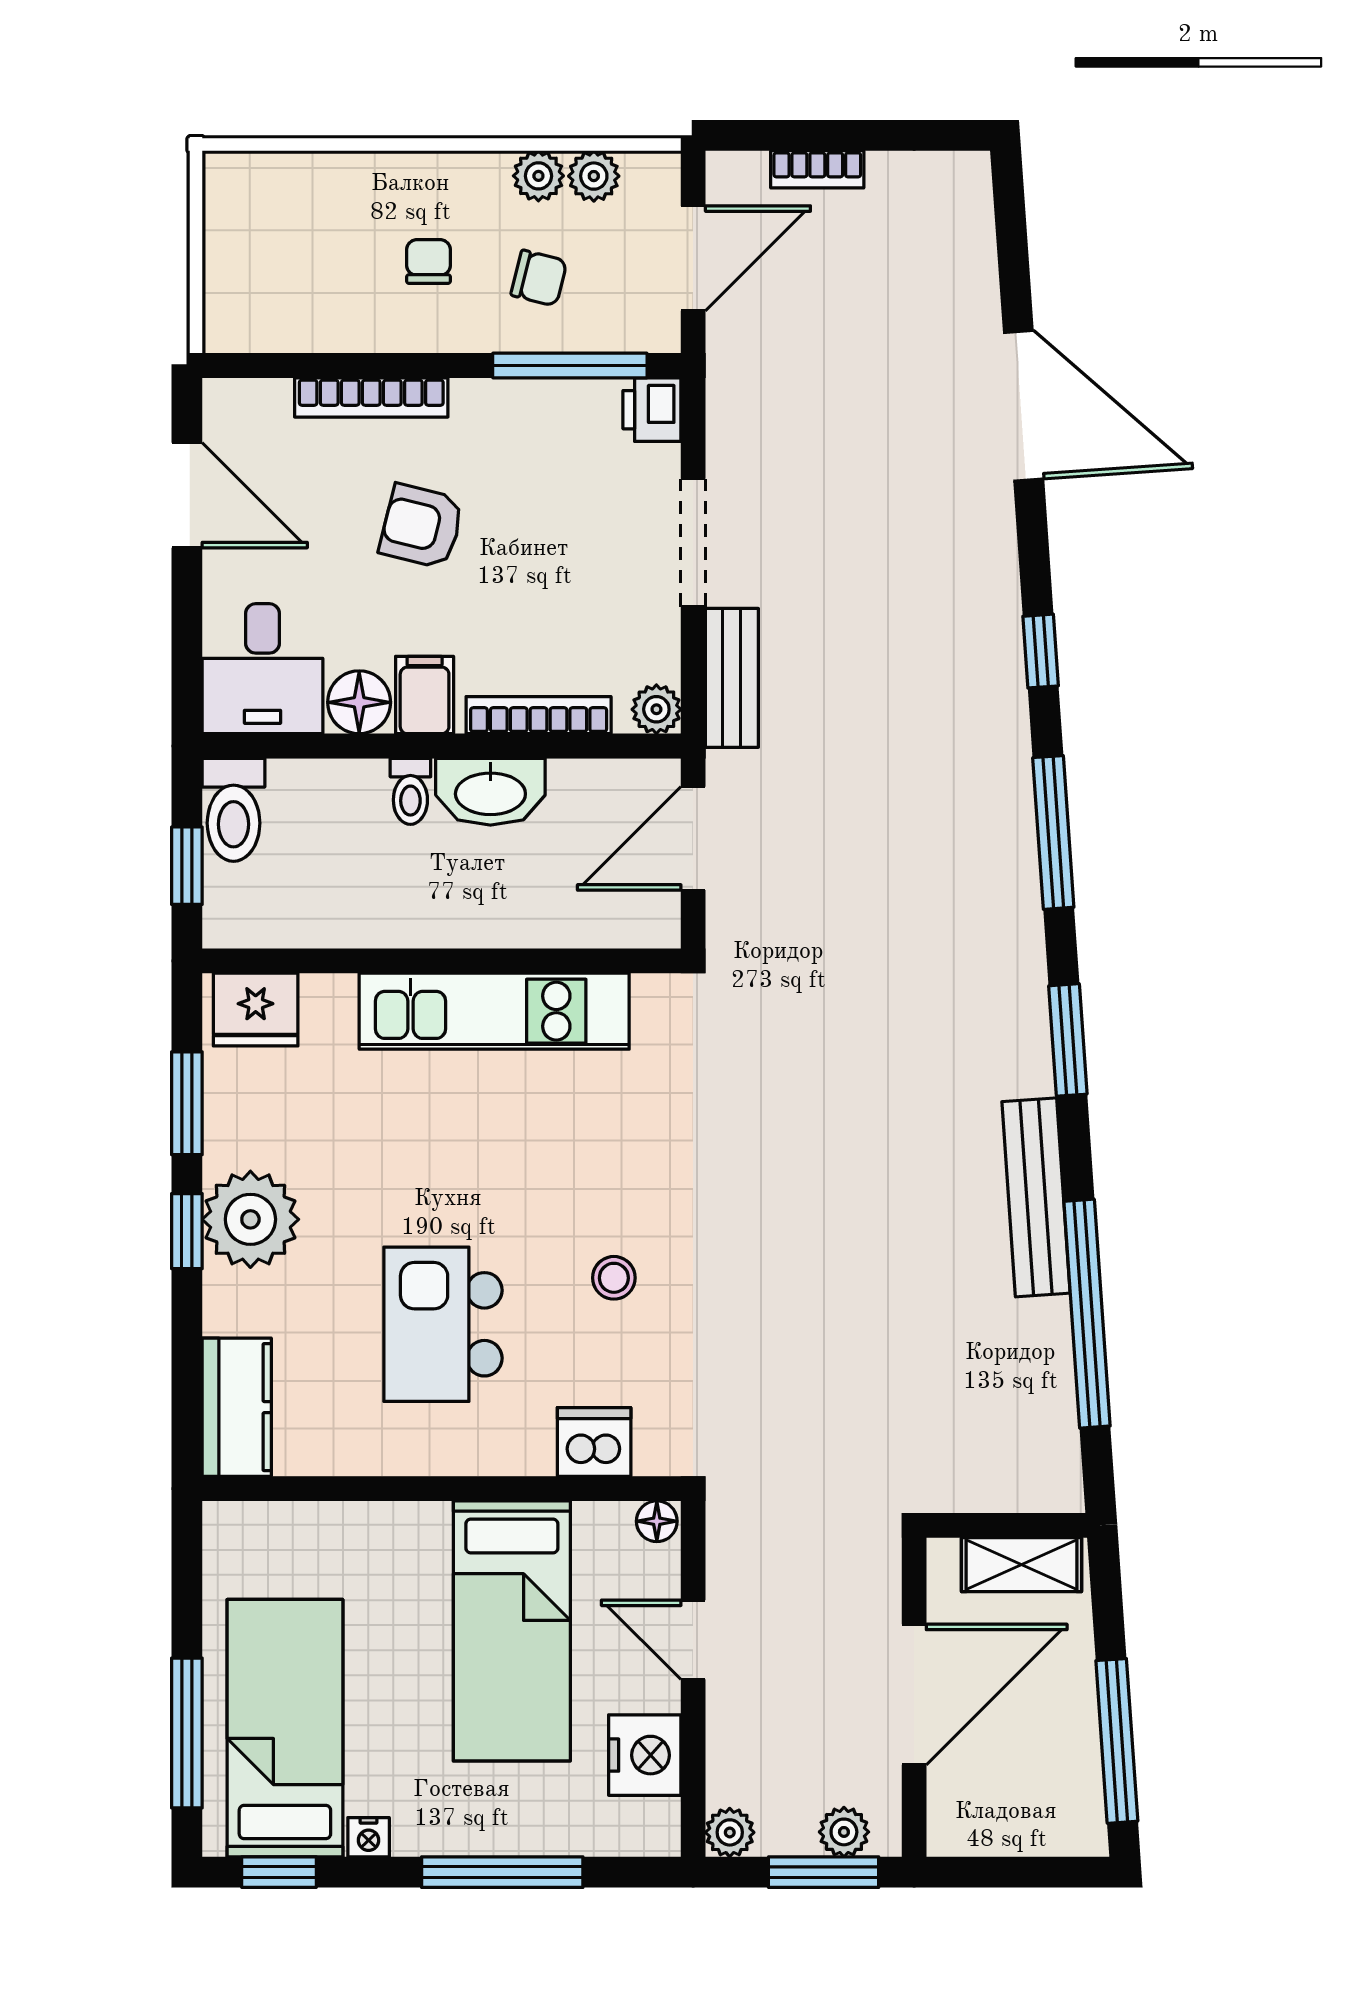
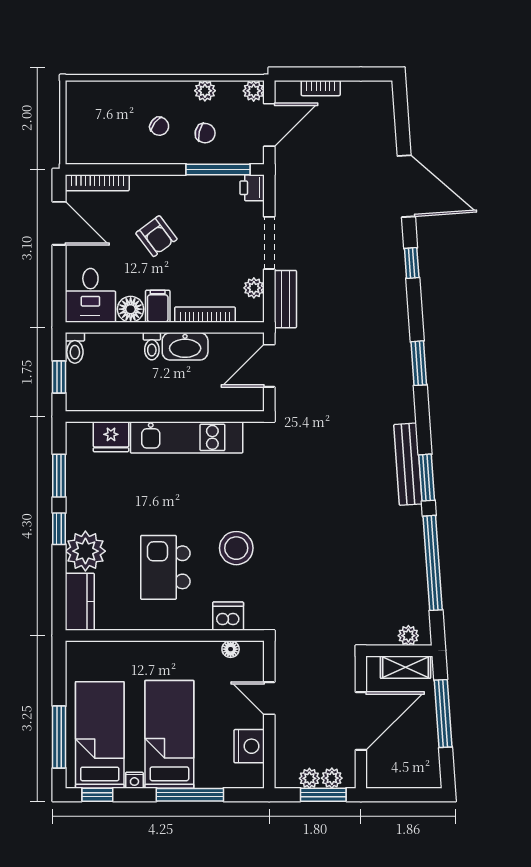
plant: (594, 176) -> (254, 91), moved
chair: (428, 261) -> (159, 126), turned 127
bookcase: (371, 397) -> (97, 183), moved
armchair: (422, 526) -> (156, 236), turned -141
window: (1041, 651) -> (412, 263), moved
plant: (656, 709) -> (254, 288), moved
toilet: (234, 810) -> (75, 348), width x0.73, depth x0.72
window: (1053, 832) -> (419, 363), width x0.69
fridge: (256, 1009) -> (111, 437), moved
window: (1068, 1040) -> (427, 478), moved
bench: (1036, 1197) -> (408, 464), moved
plant: (250, 1219) -> (85, 551), moved
stool: (614, 1278) -> (236, 548), width x1.89, depth x1.89
plant: (1028, 1488) -> (408, 636), added
floor lamp: (657, 1521) -> (231, 649), moved
bed: (512, 1631) -> (169, 734), moved, turned 180
window: (1117, 1741) -> (443, 714), moved
plant: (730, 1832) -> (309, 778), moved

